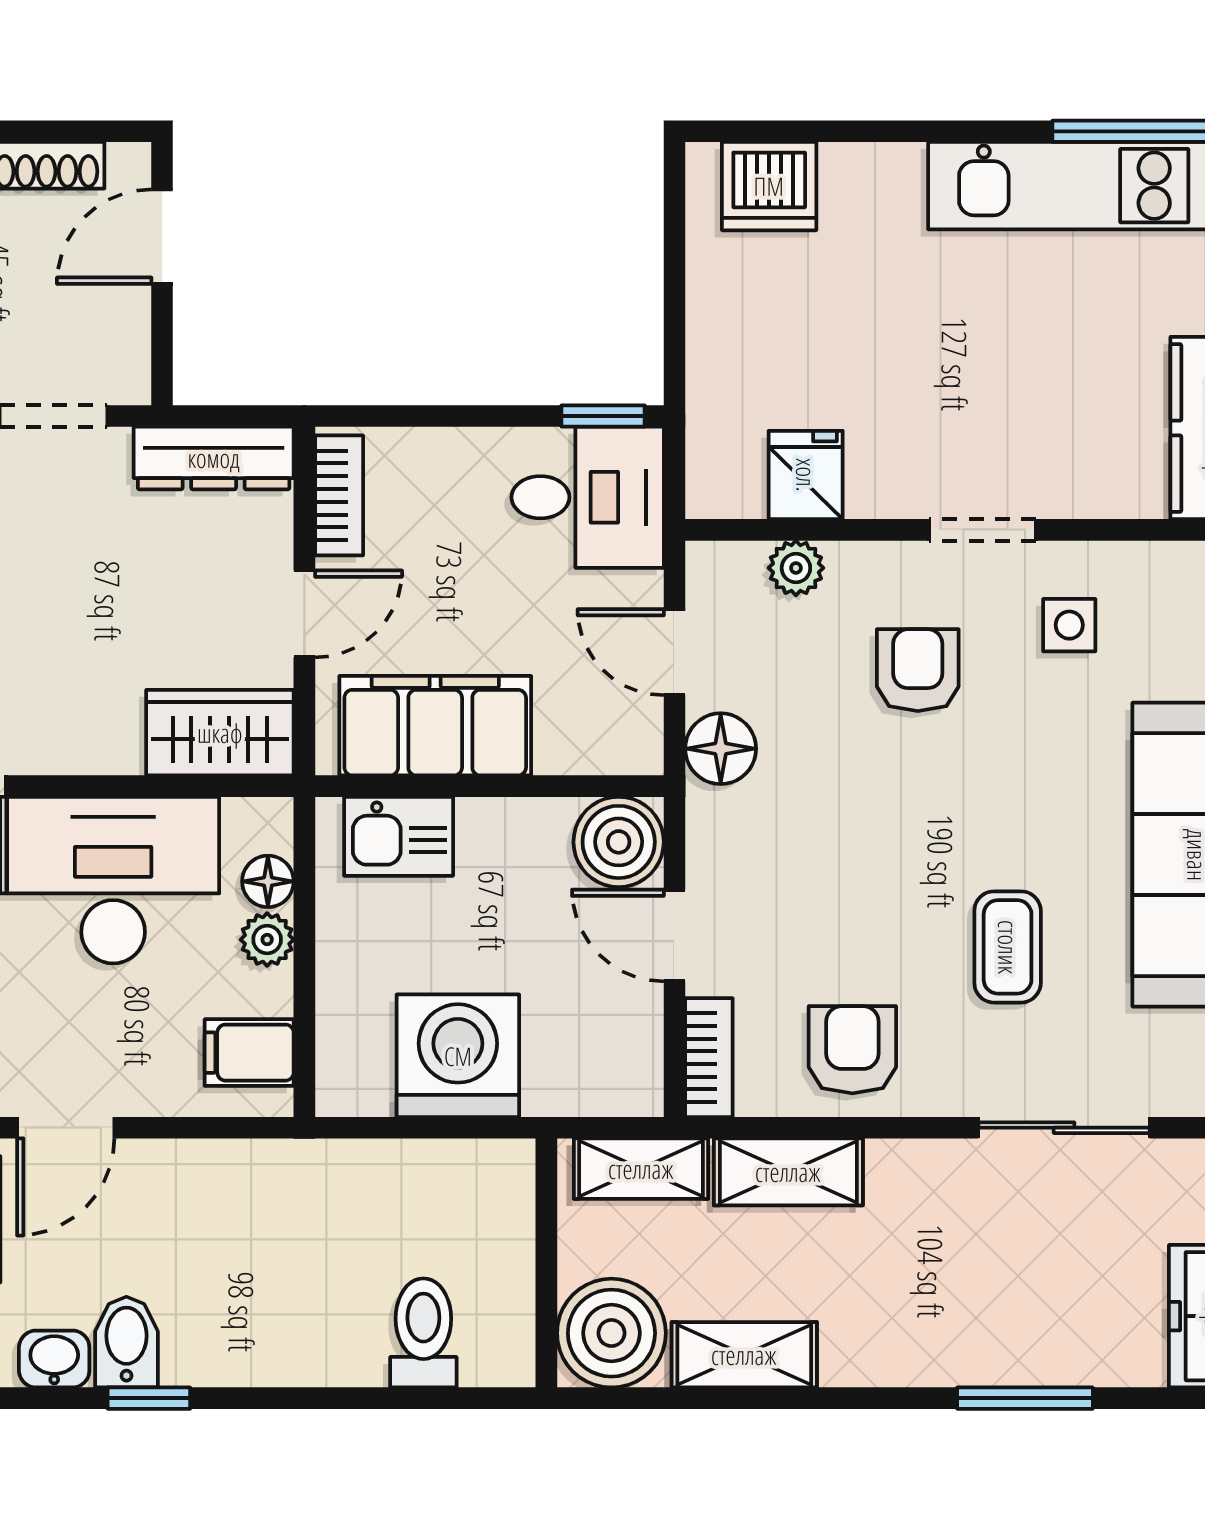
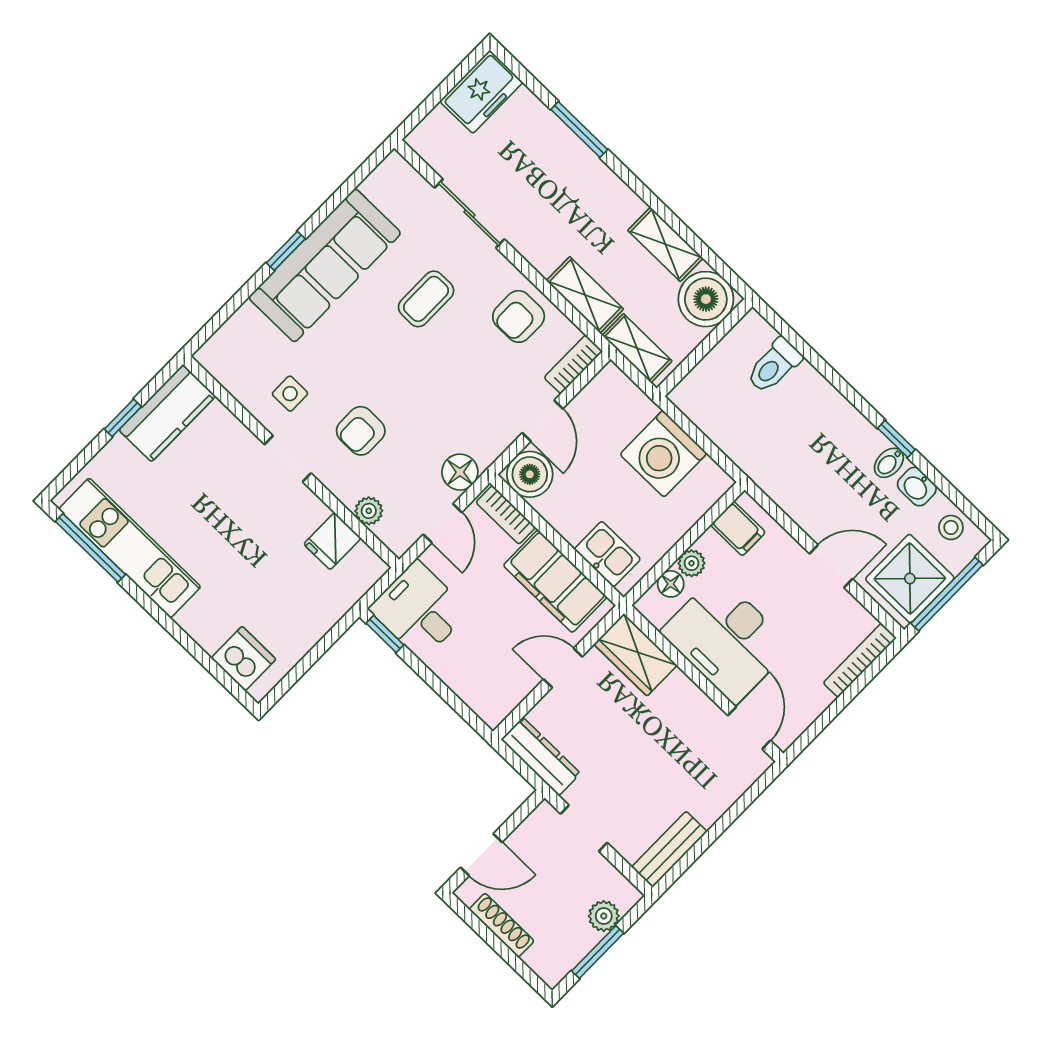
bookcase: (339, 495) -> (506, 515), moved, turned -90
bidet: (126, 1342) -> (889, 463), width x0.72, depth x0.74

